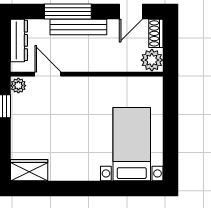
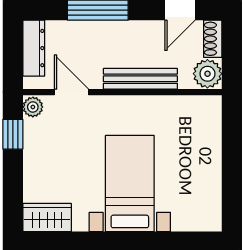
bench: (78, 27) -> (140, 79), moved
bed with nightstands: (132, 144) -> (130, 184), moved

